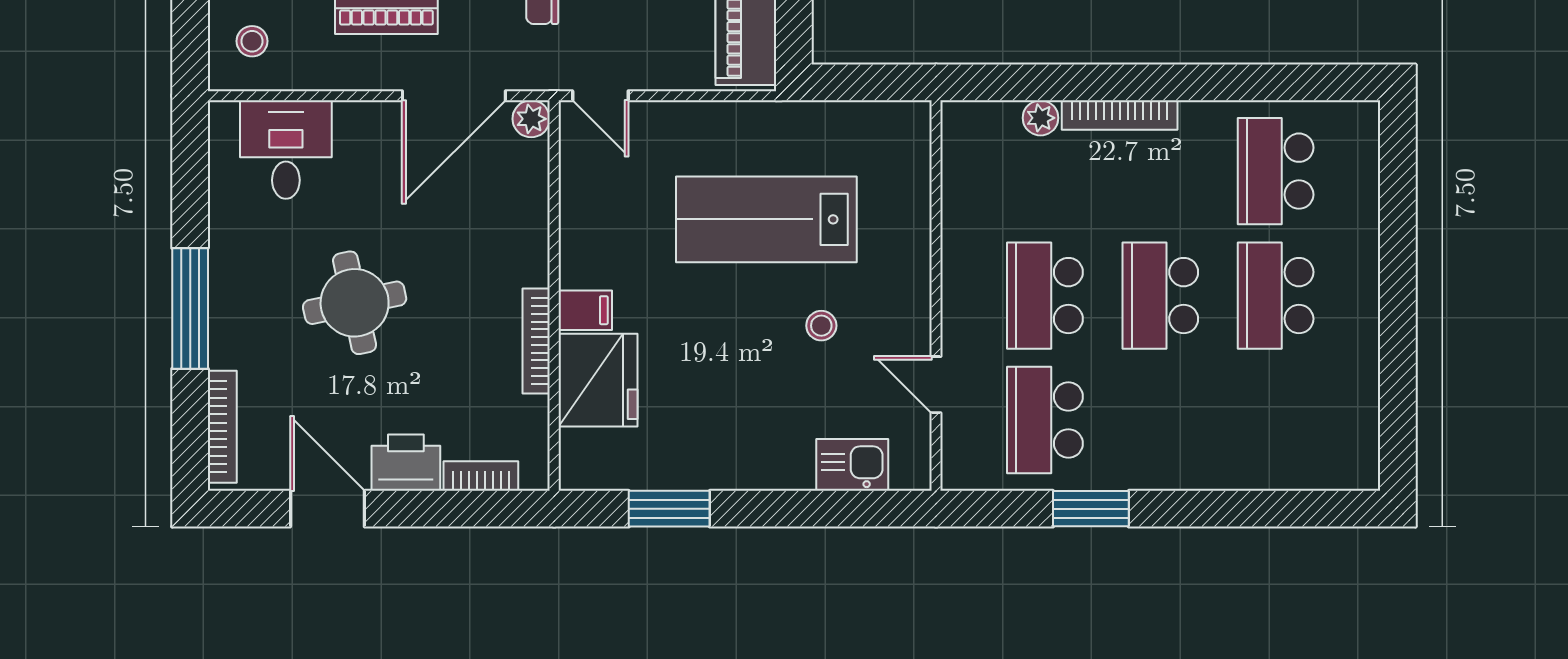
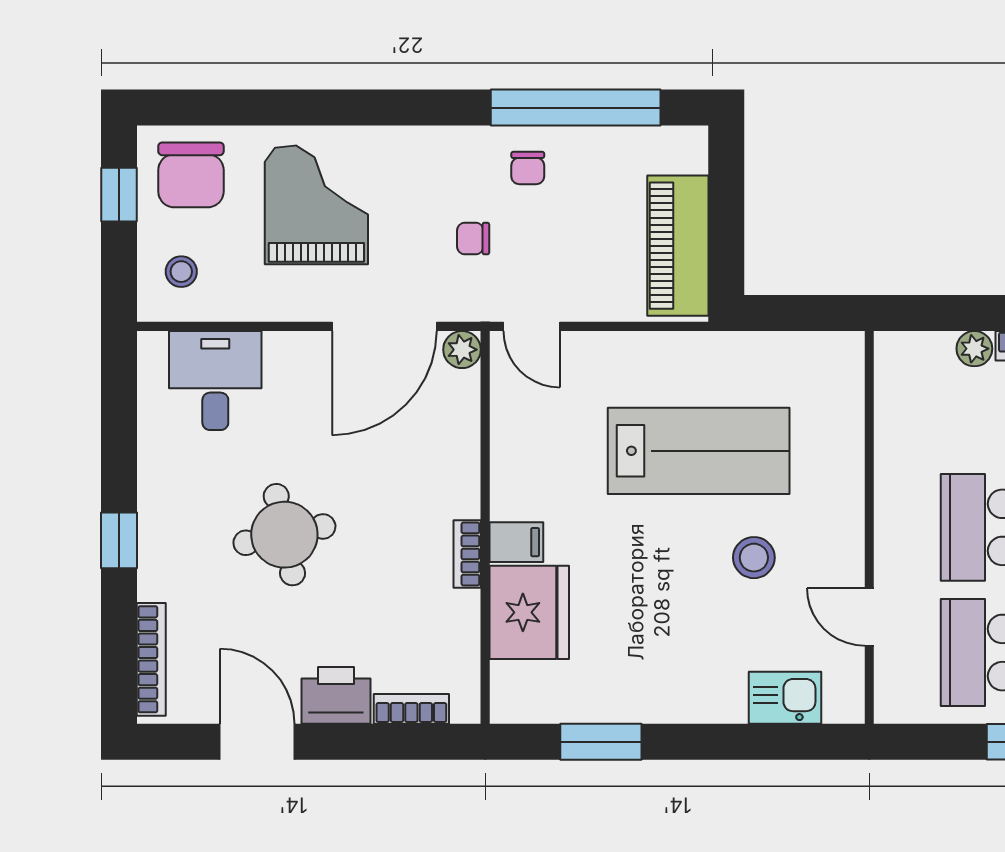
lab bench: (766, 219) -> (699, 451), turned 180
window: (190, 308) -> (119, 540), width x0.46
stool: (821, 326) -> (754, 558), width x1.37, depth x1.37
bookcase: (536, 341) -> (467, 554), width x0.64

